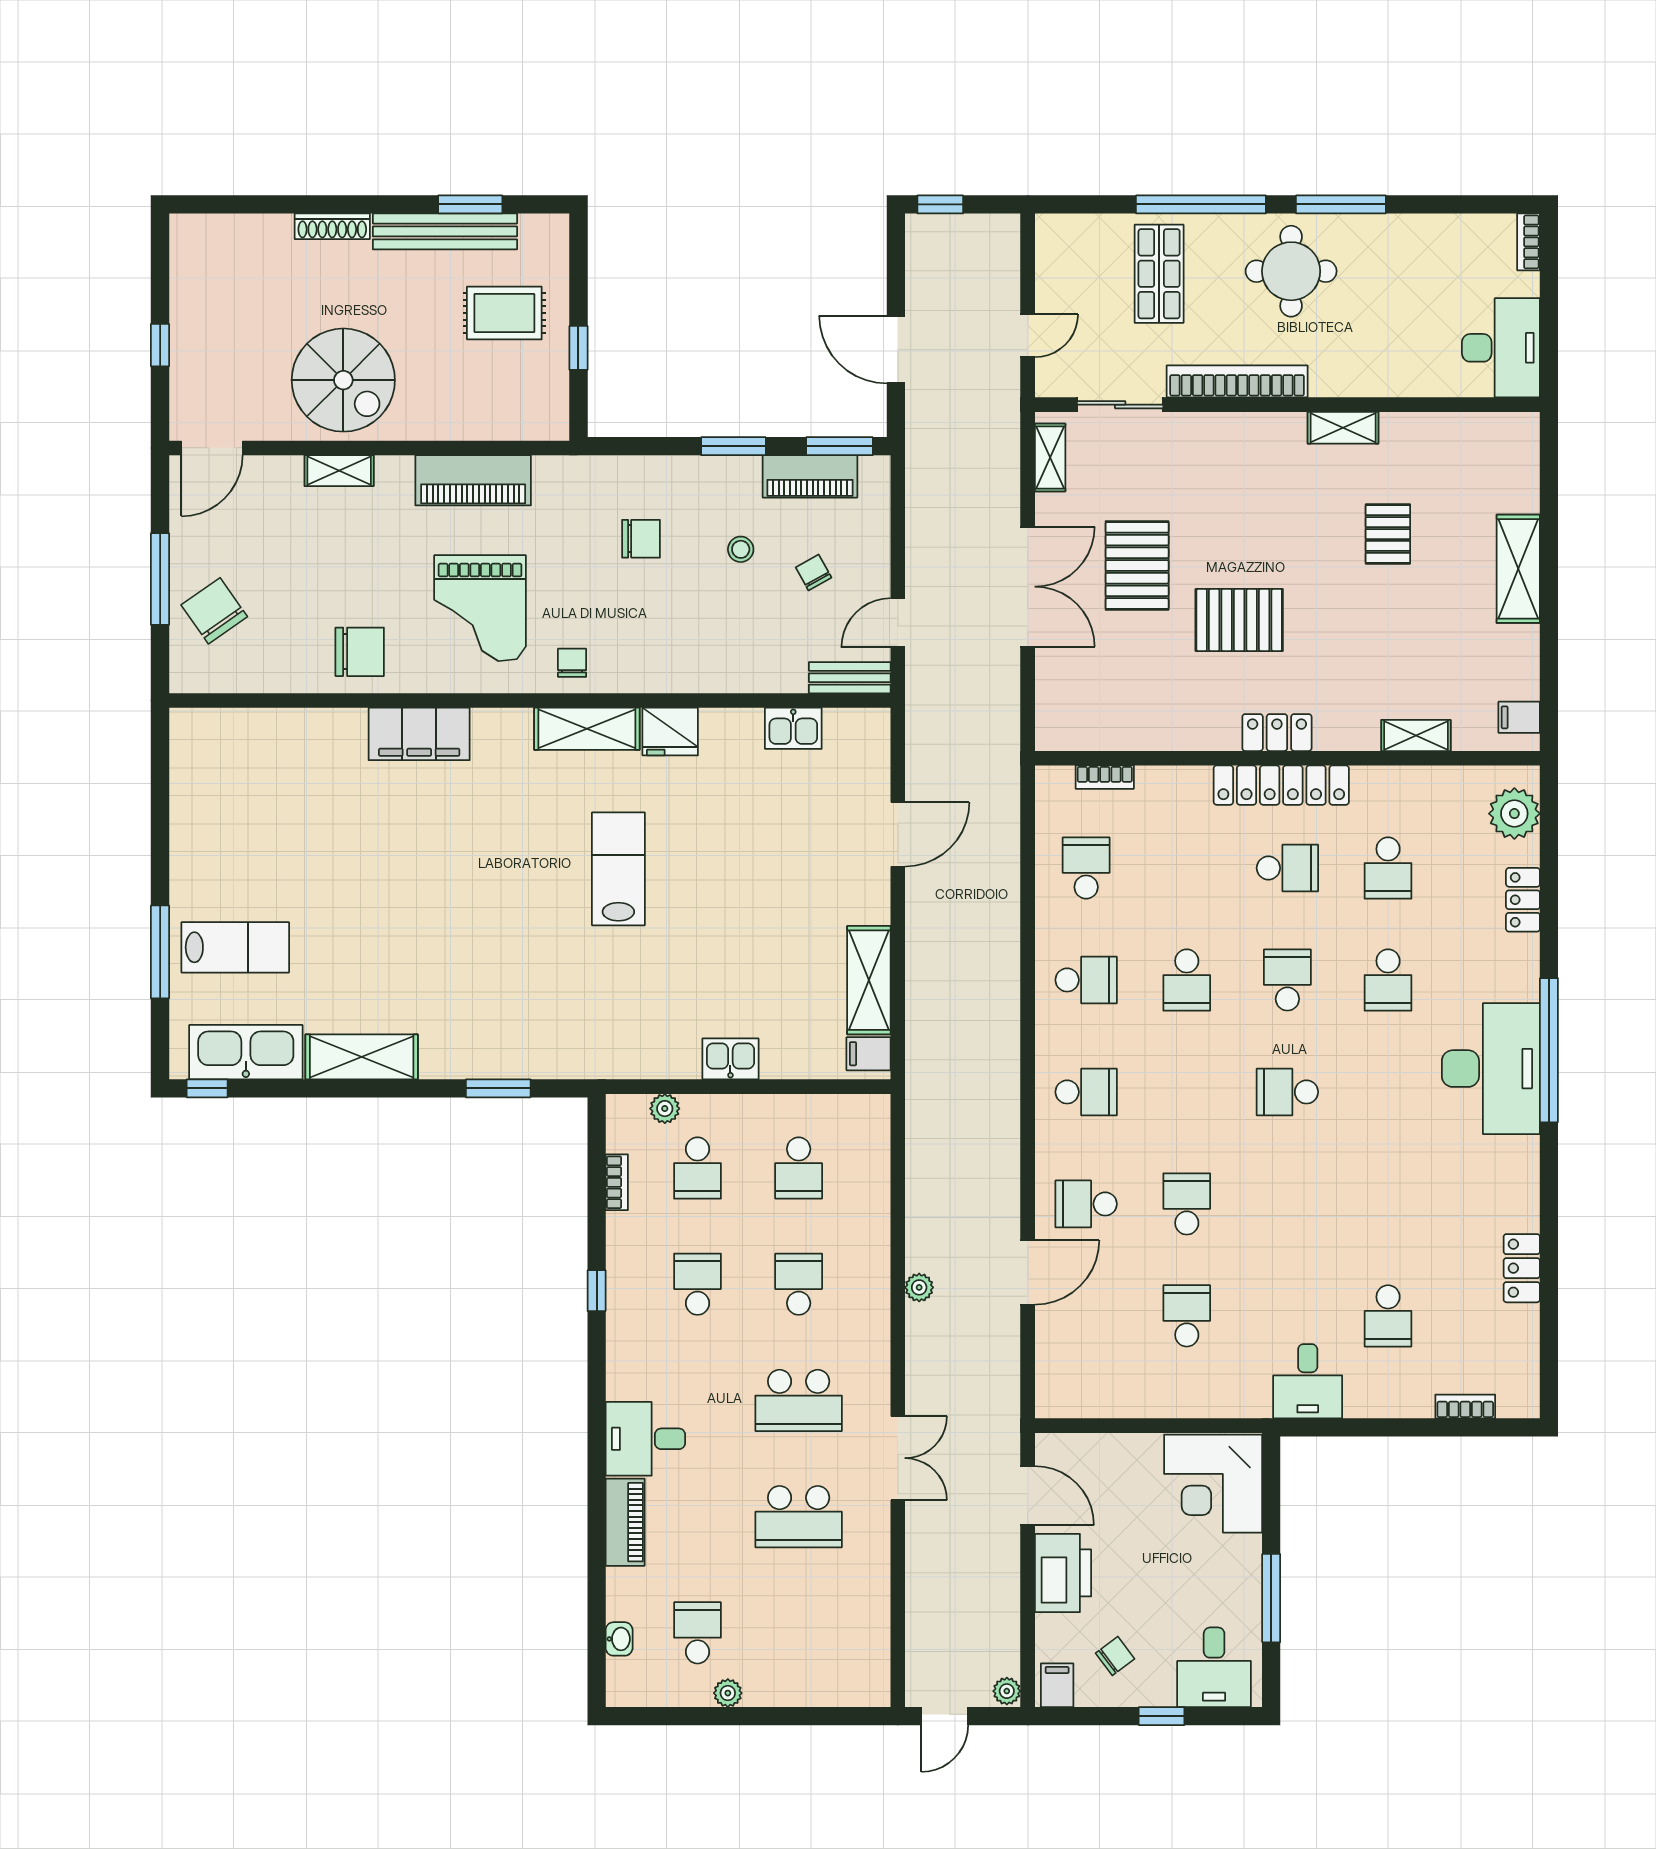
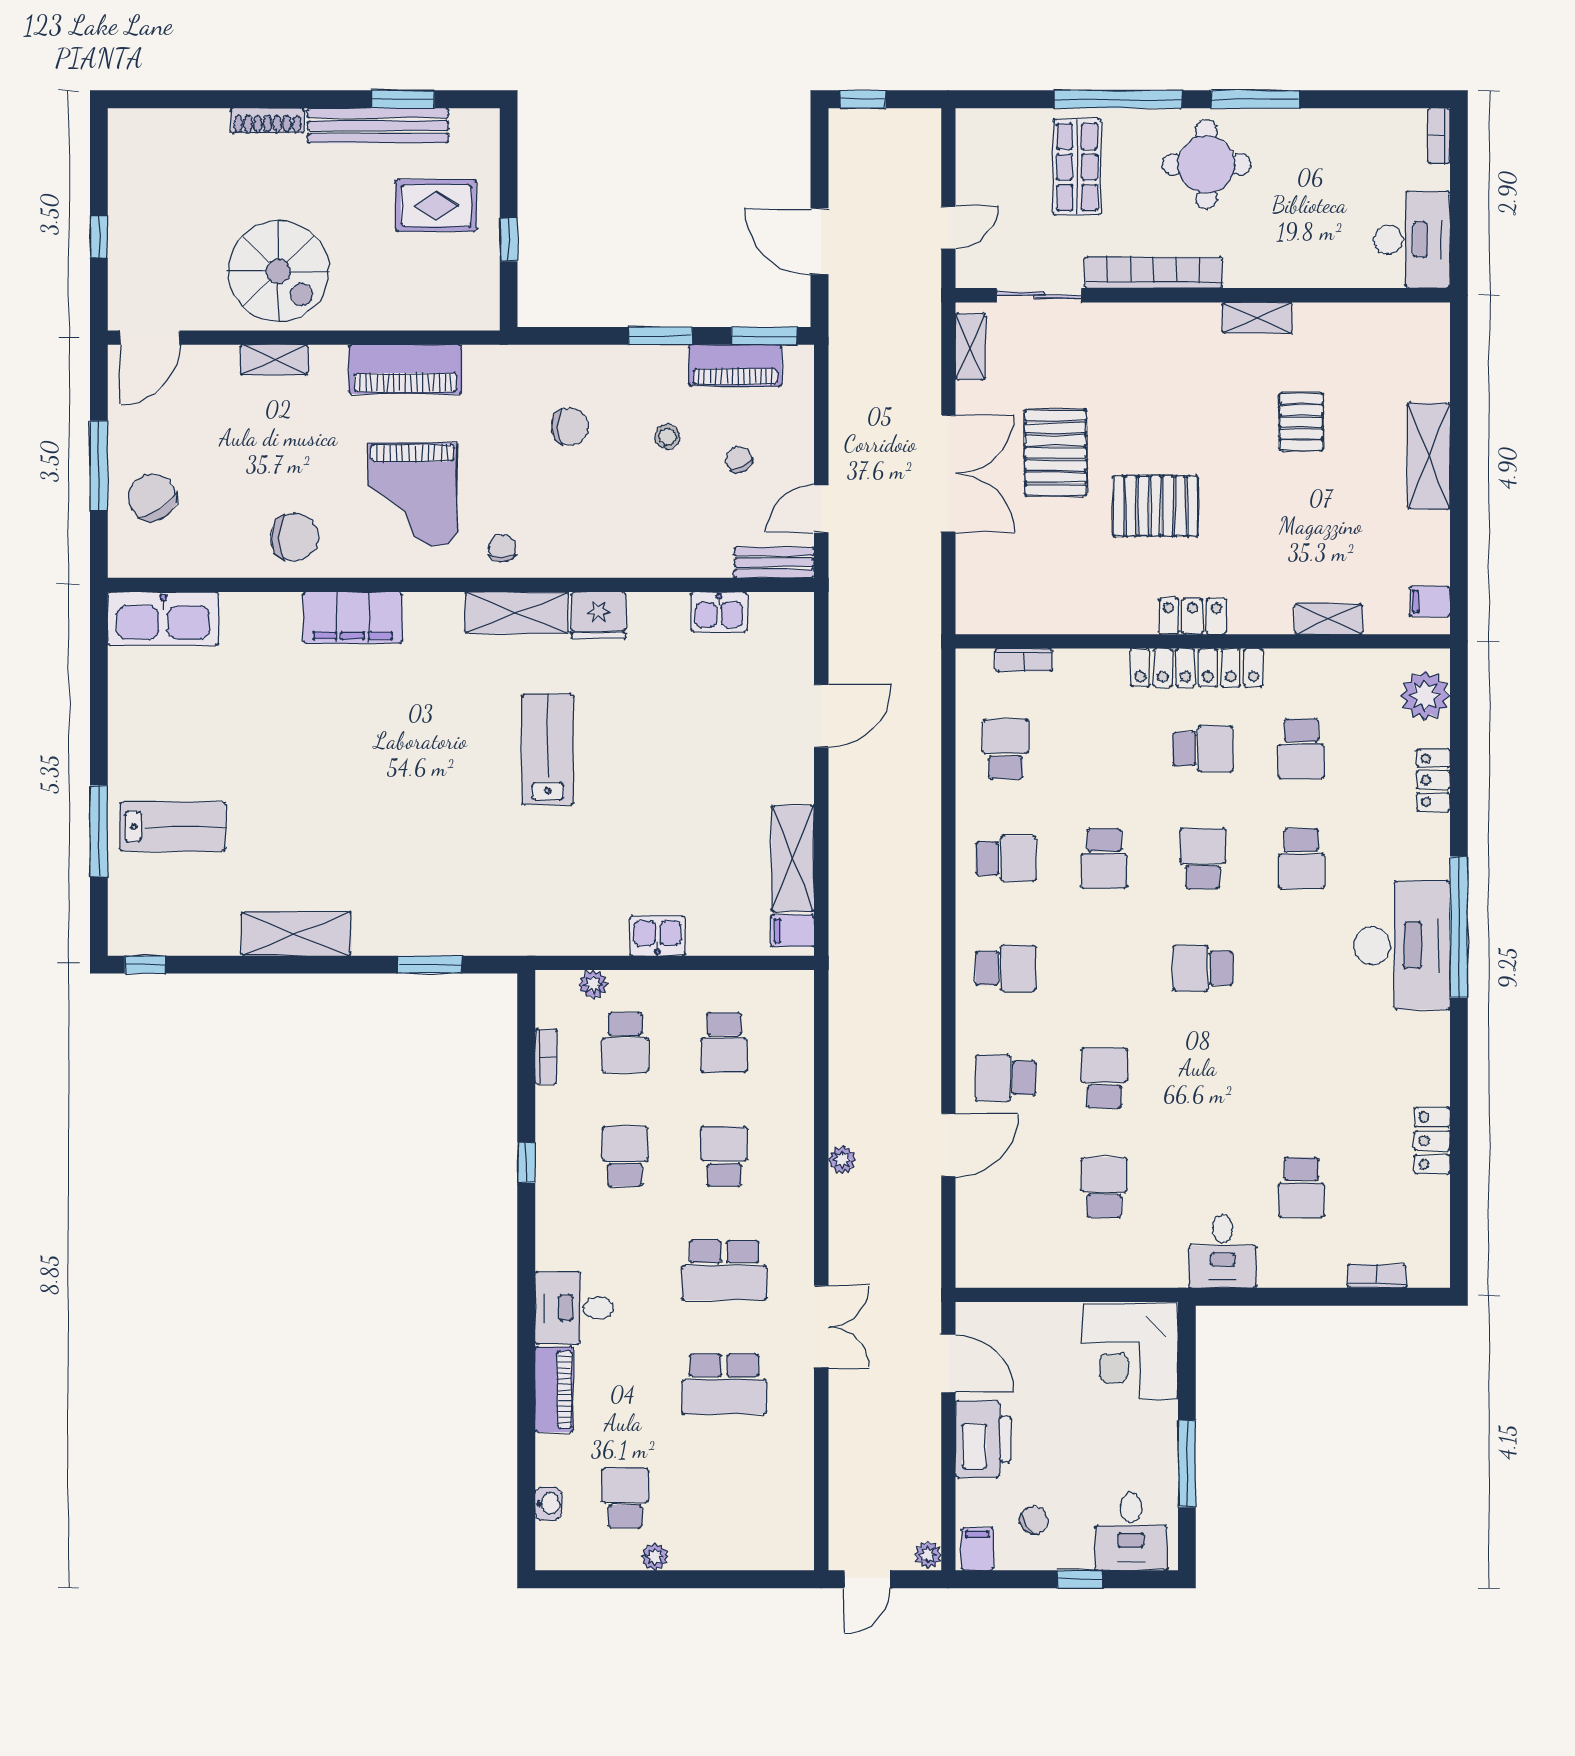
kitchen sink: (246, 1052) -> (163, 619), moved, turned 180

